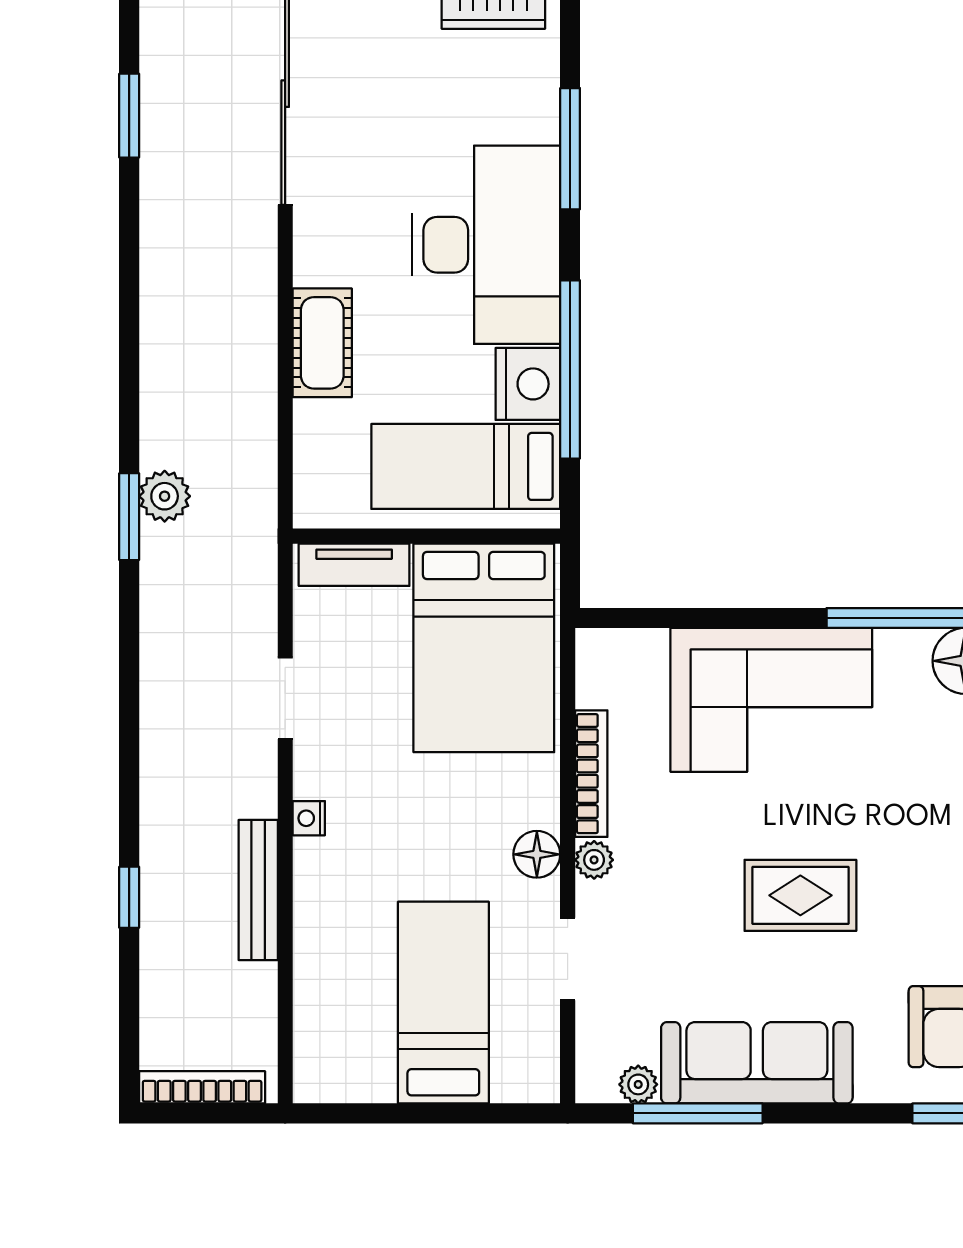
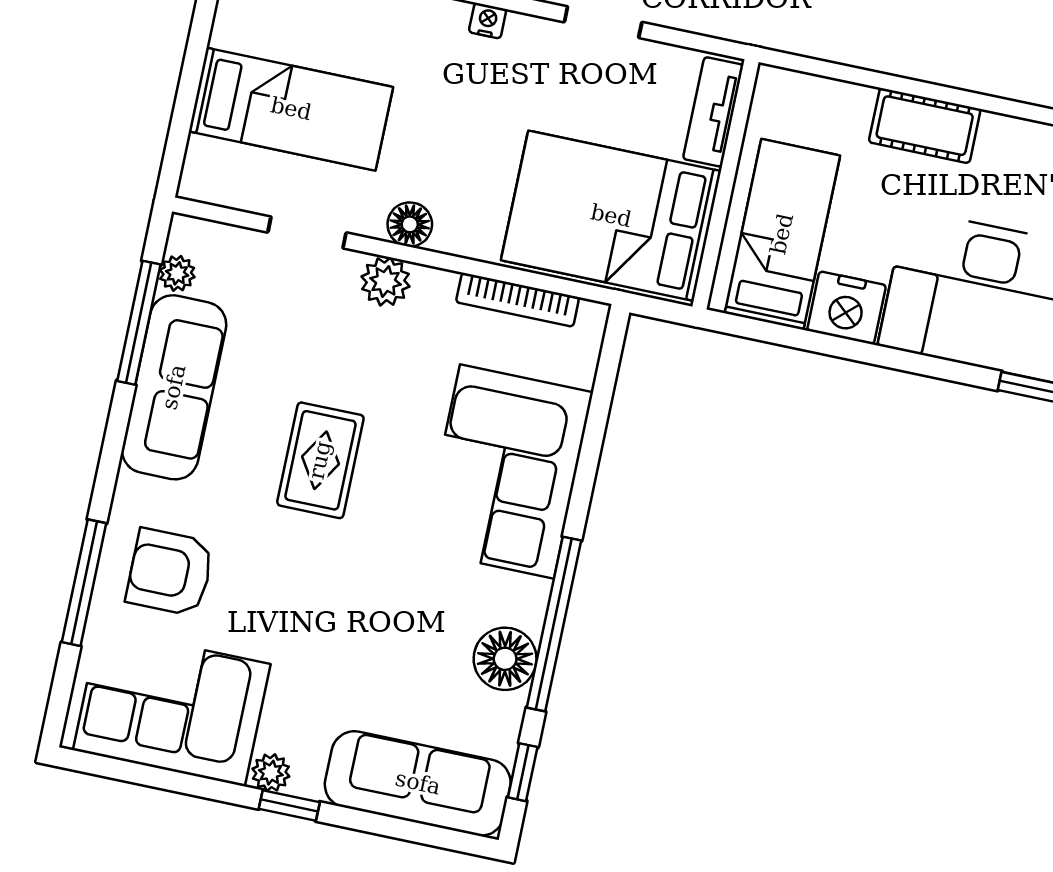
window: (570, 369) -> (852, 350), removed
bookcase: (591, 774) -> (518, 300), moved
plant: (594, 860) -> (386, 281), width x1.38, depth x1.38

